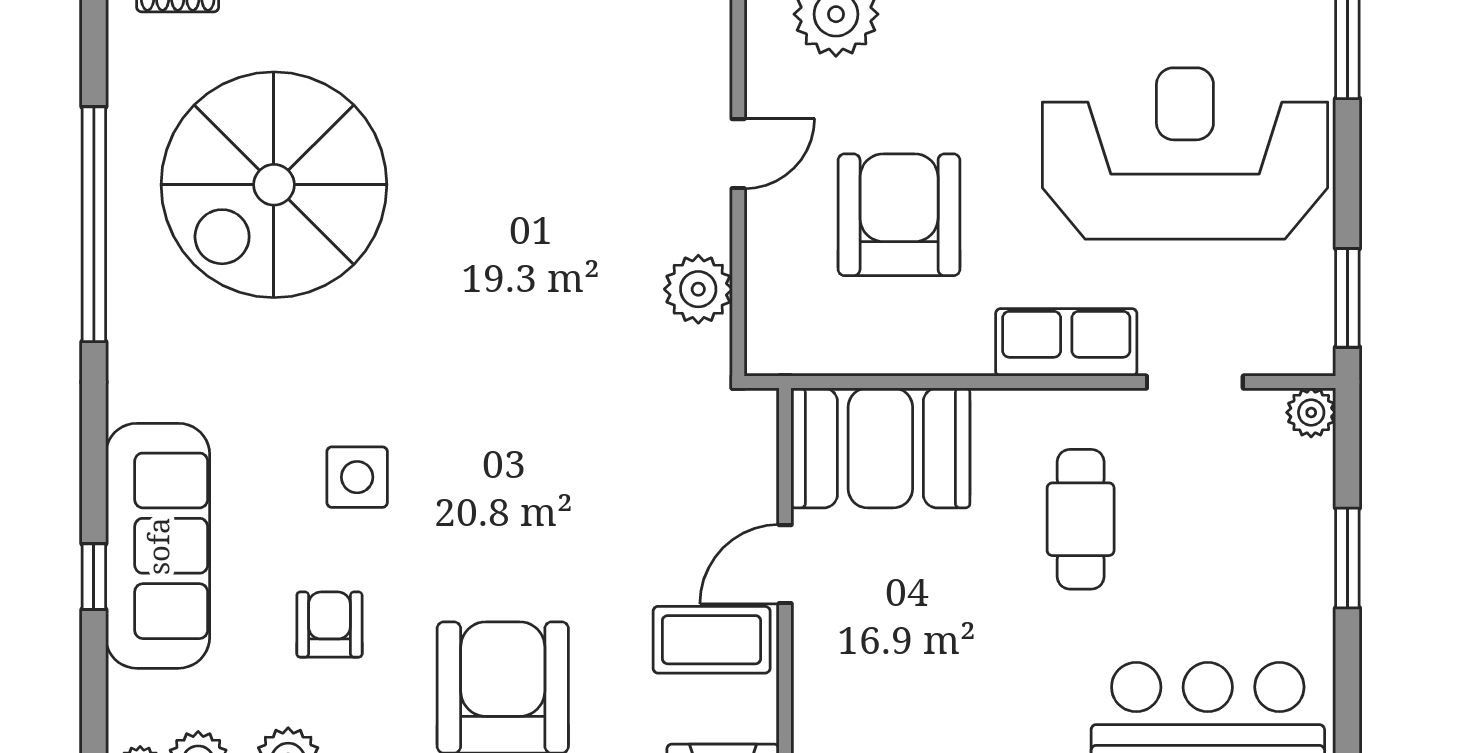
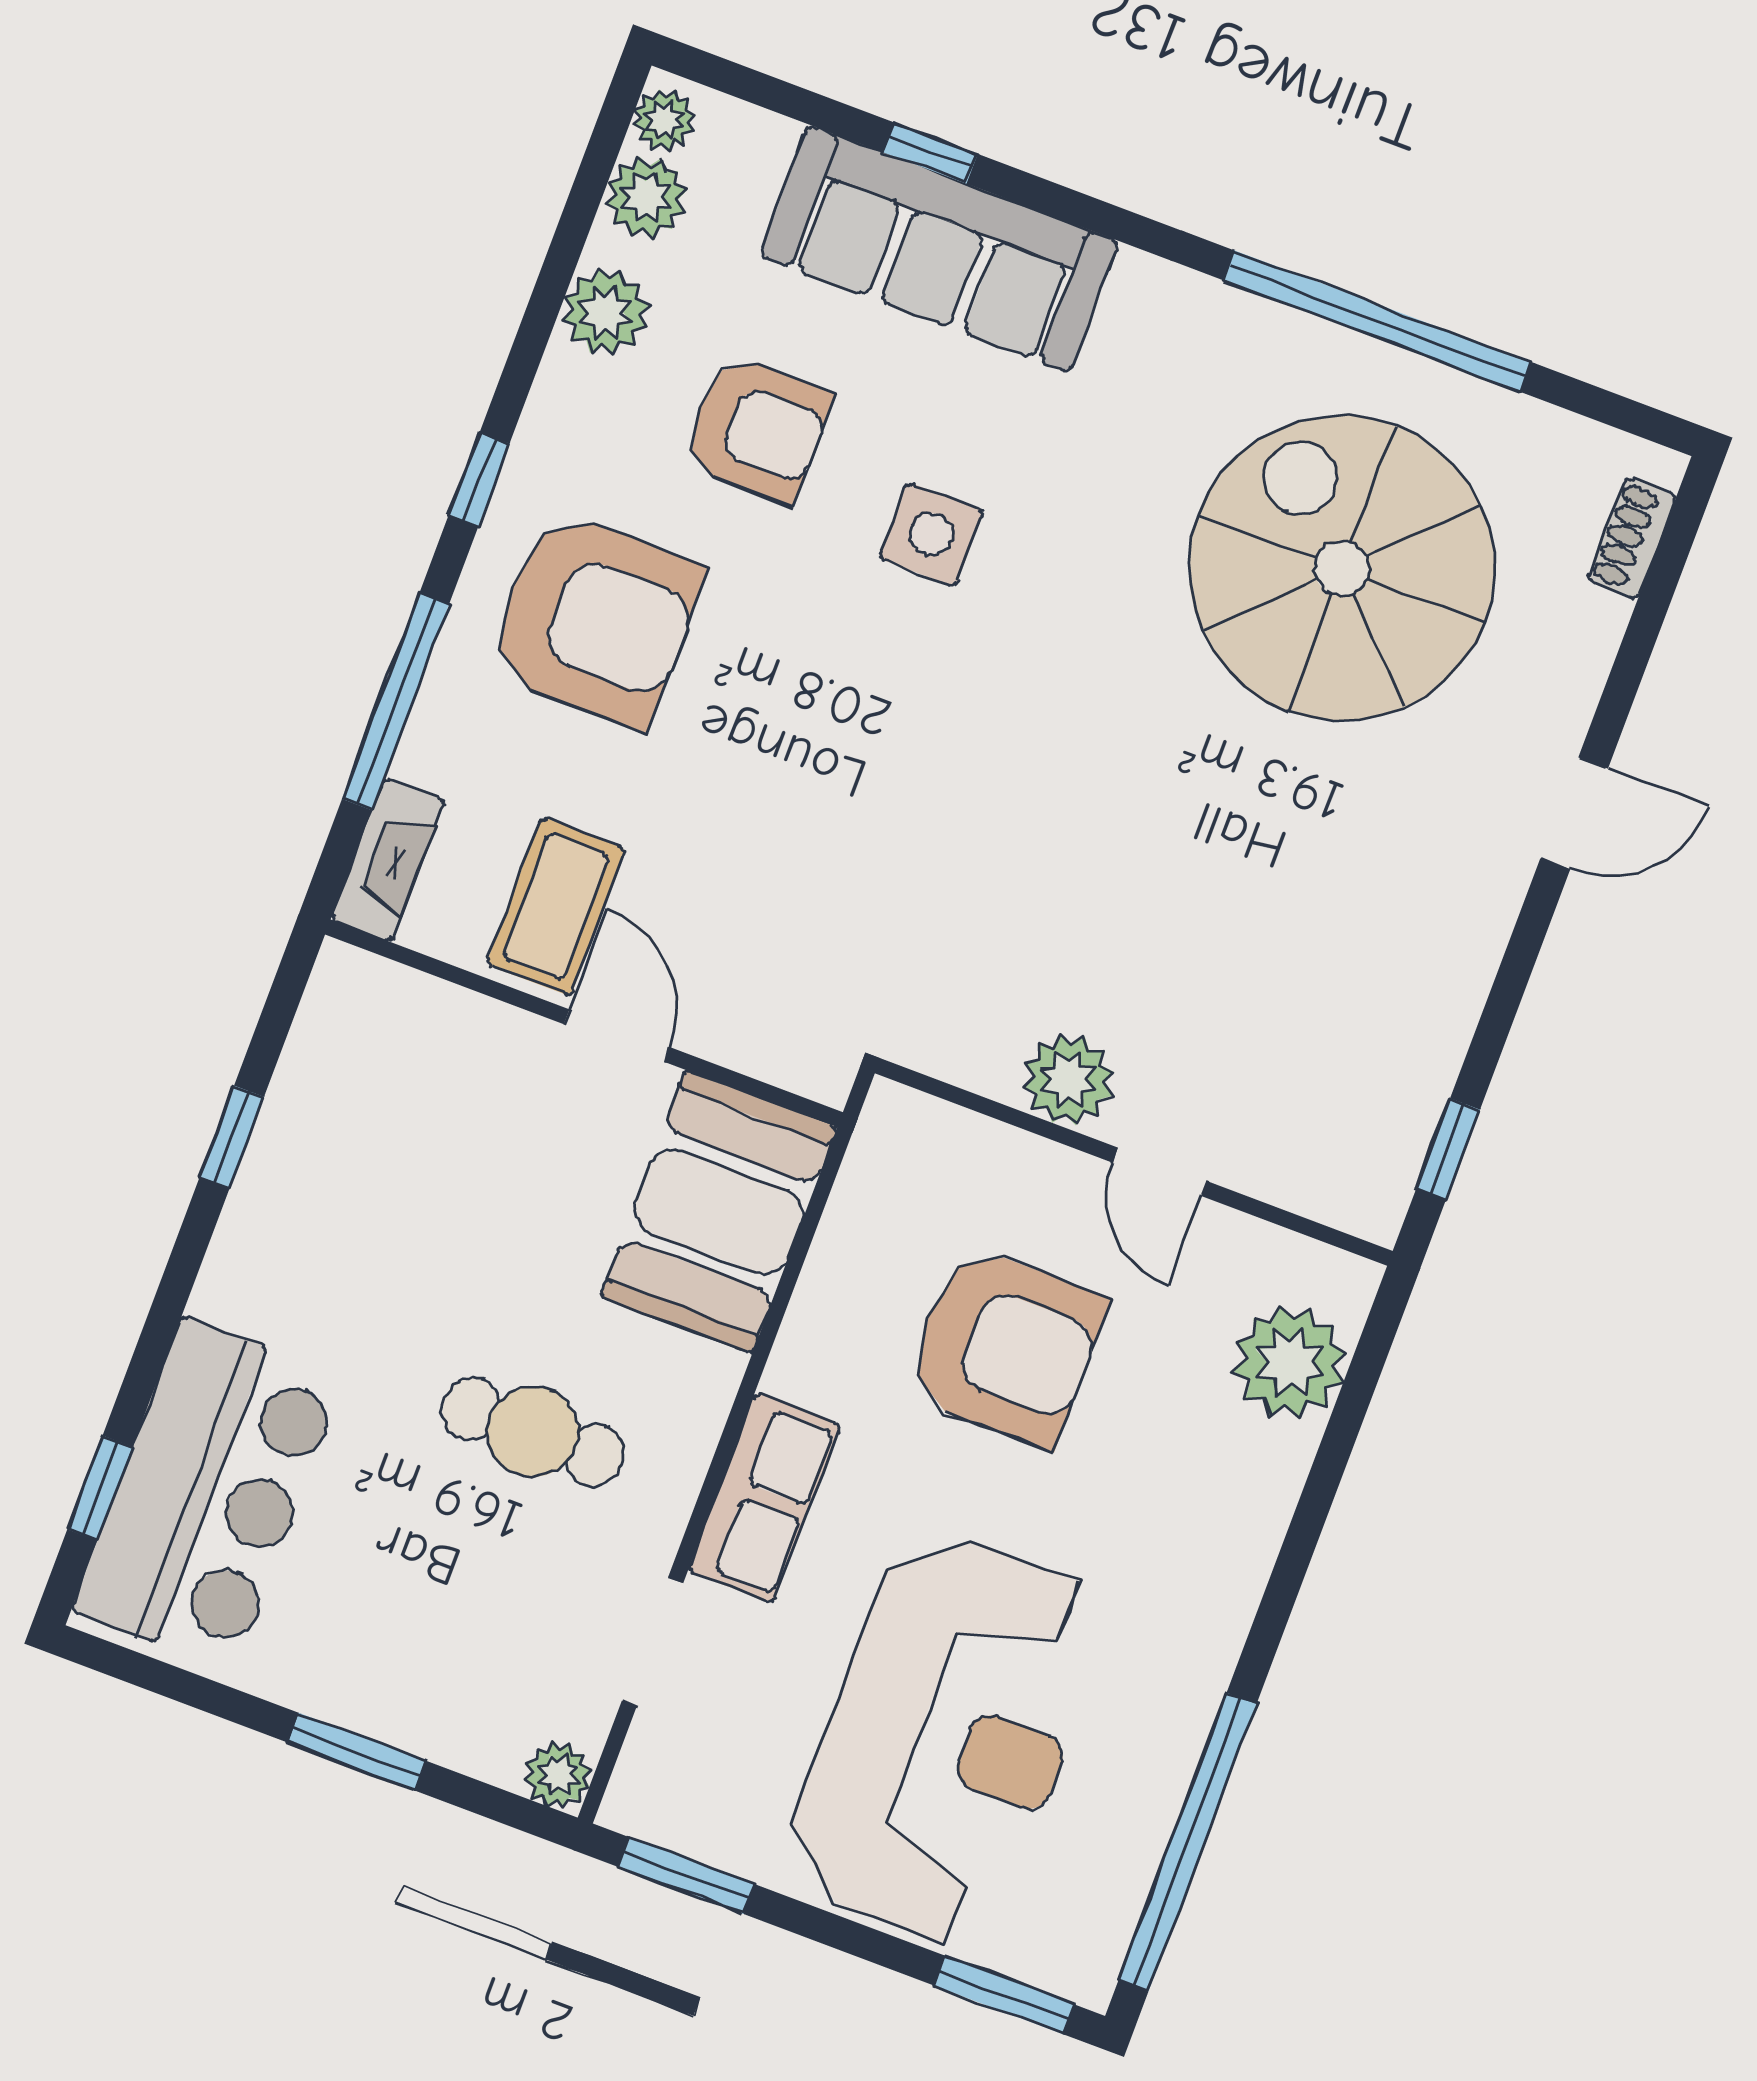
plant: (698, 289) -> (1068, 1080), moved
armchair: (329, 625) -> (757, 429), width x1.38, depth x1.38

